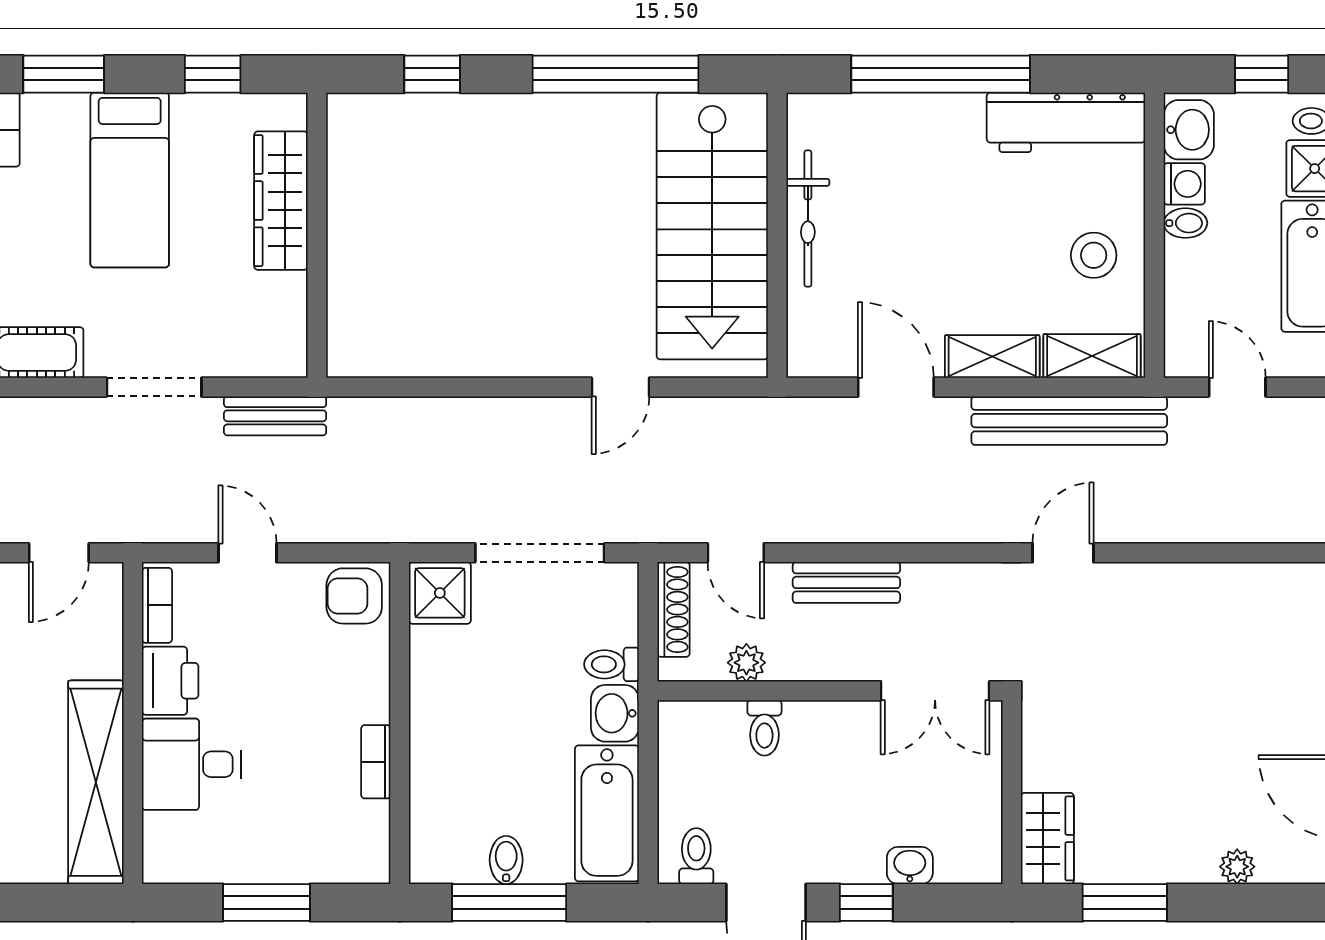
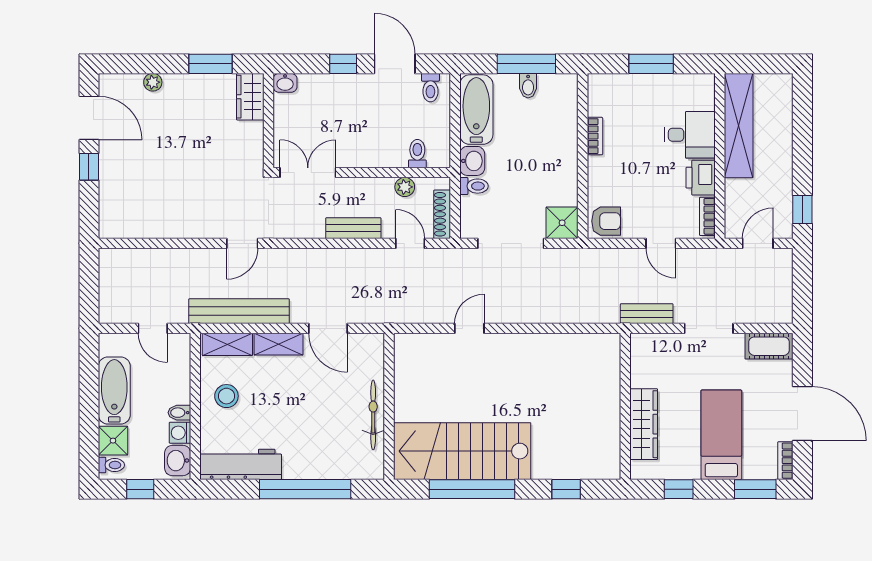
stairs: (712, 226) -> (462, 451), moved, turned -90
toilet: (764, 728) -> (417, 154), moved
washbasin: (910, 865) -> (285, 83), moved

